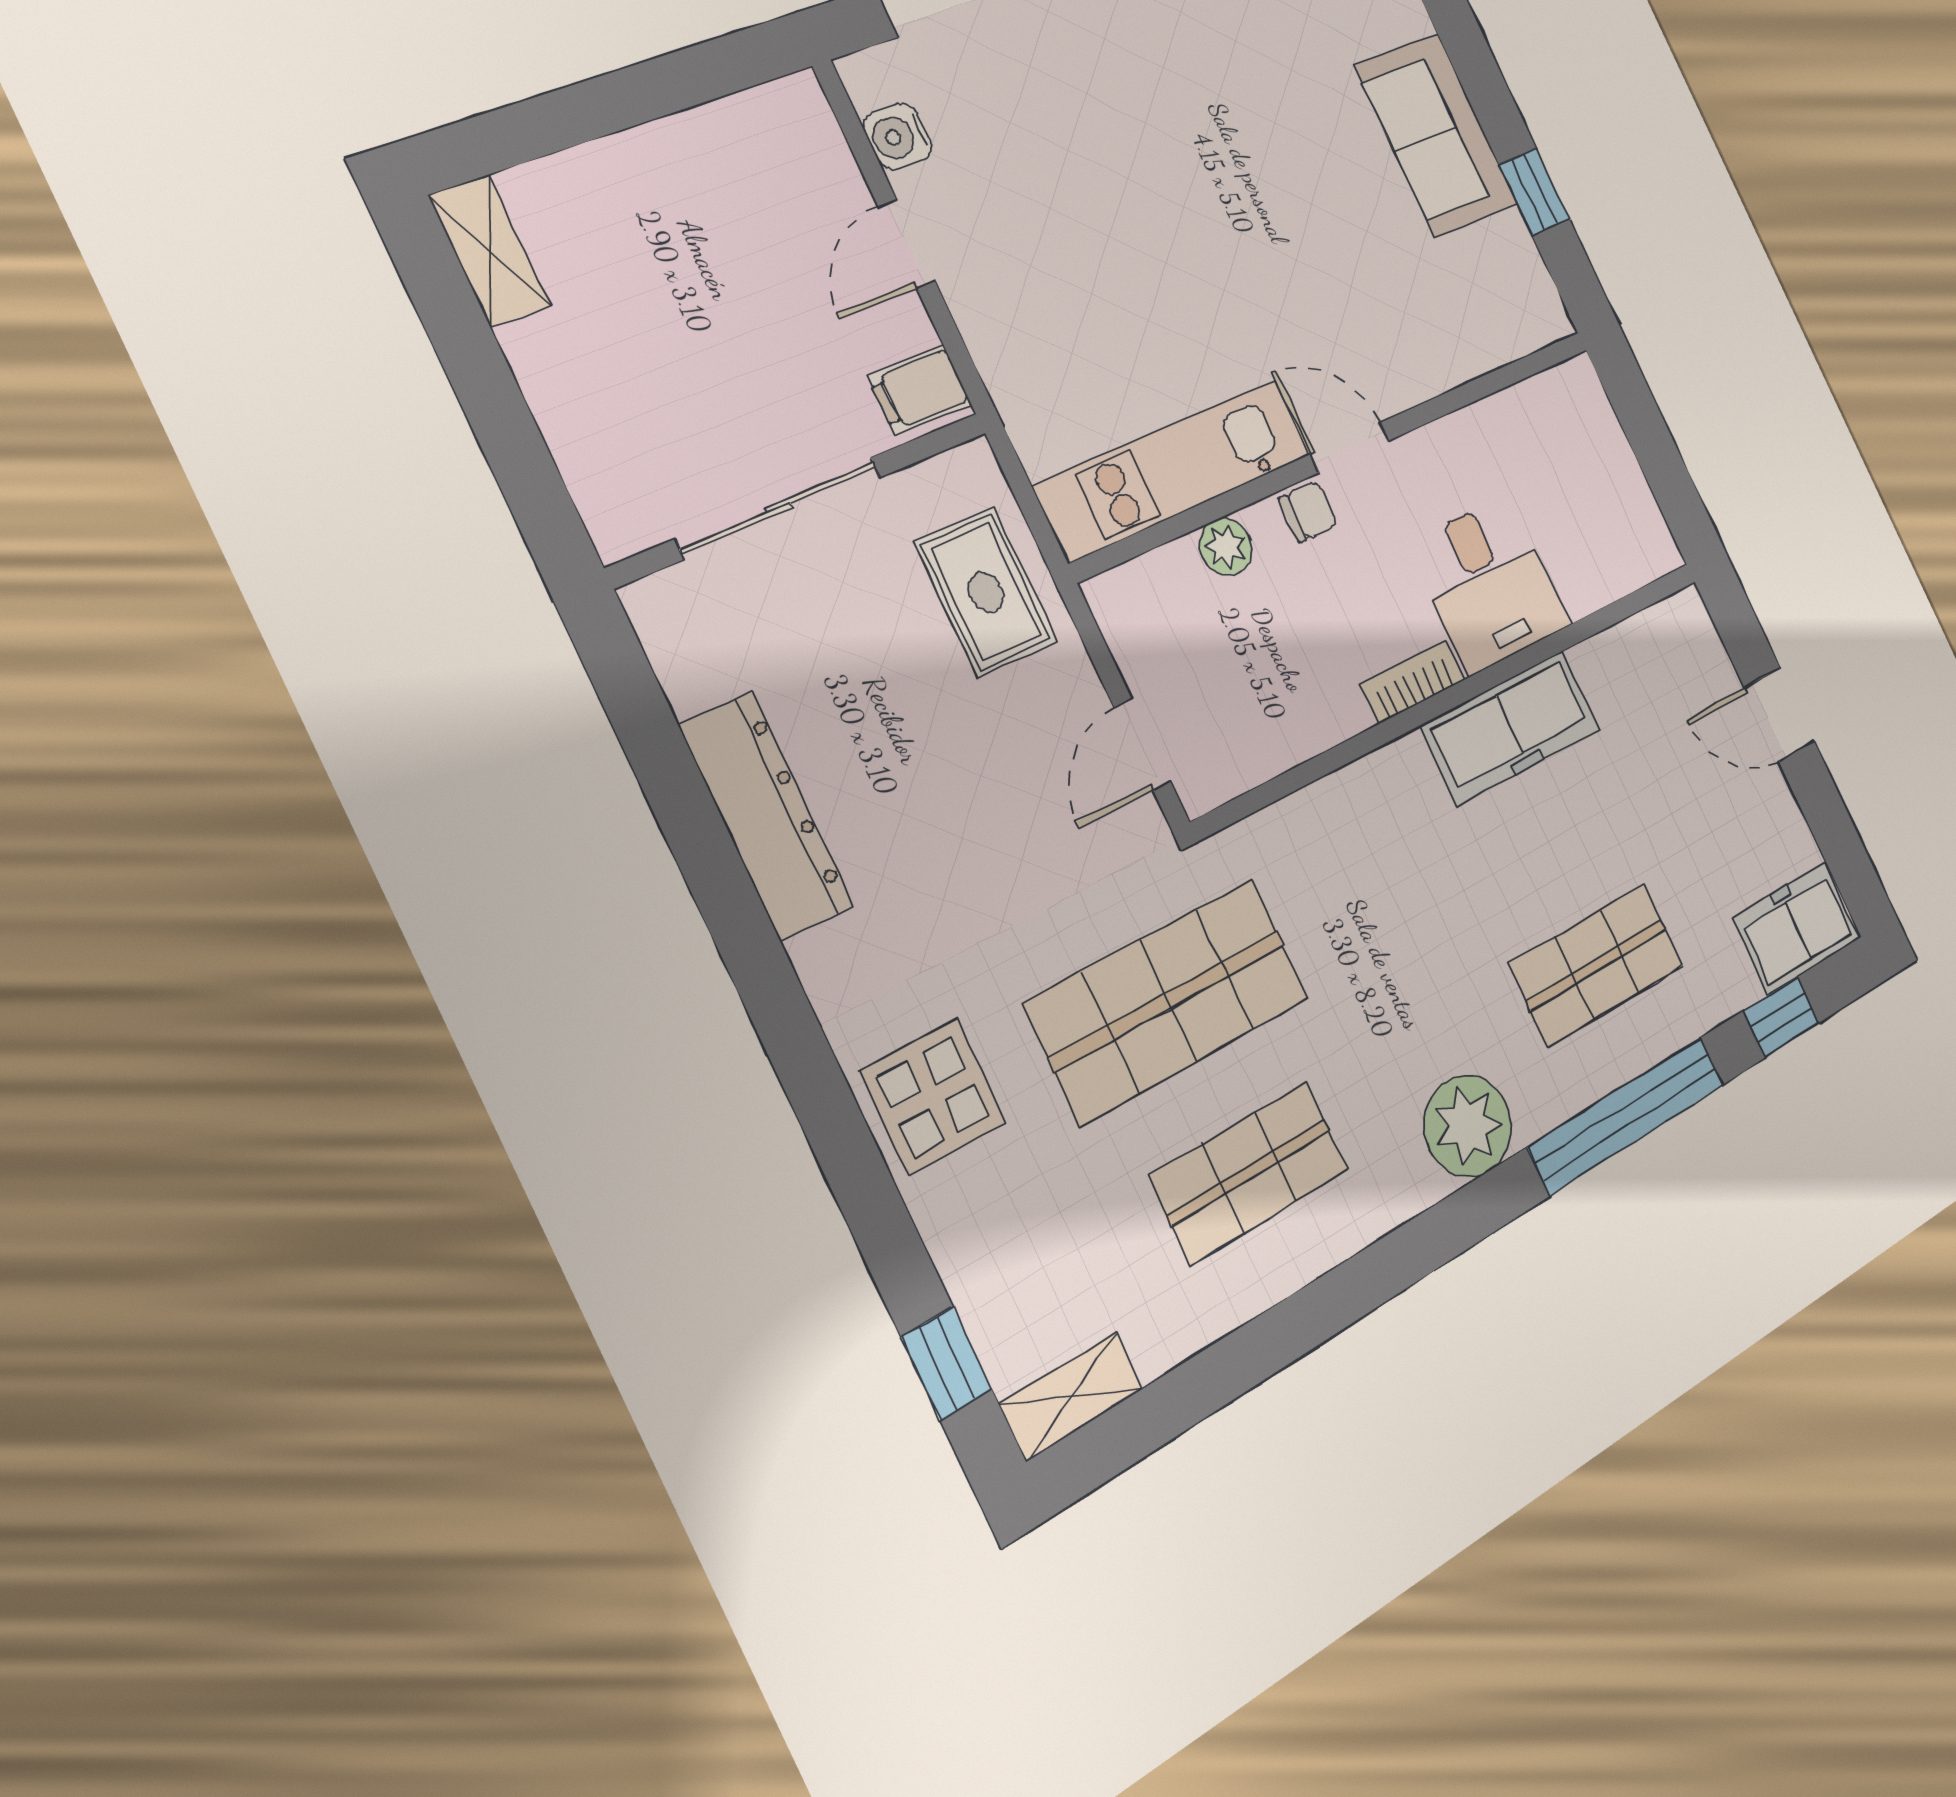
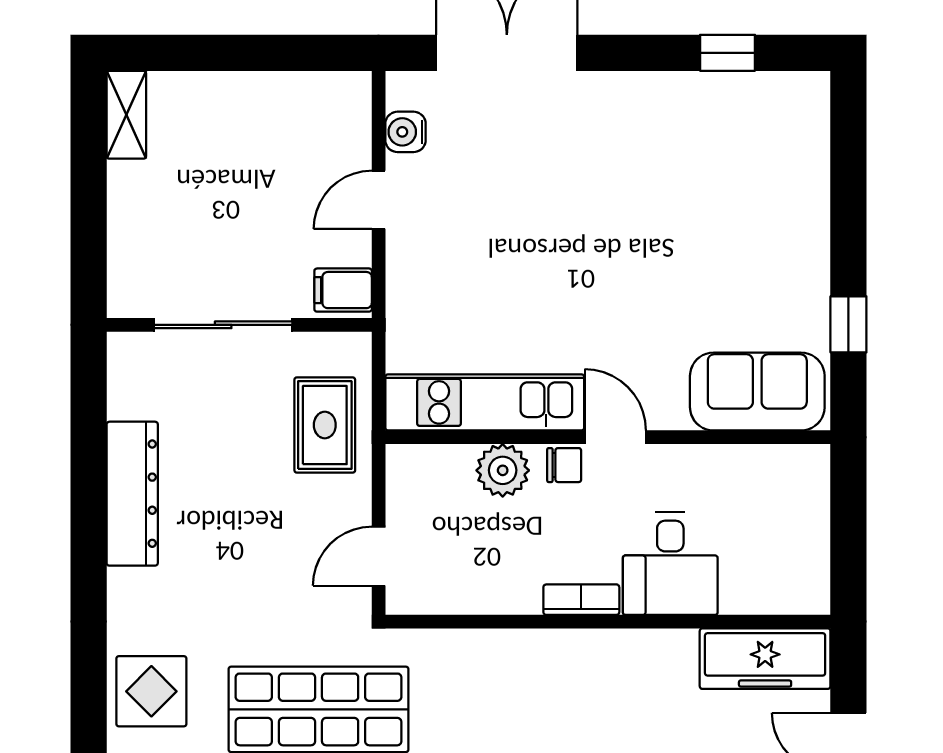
sofa: (1436, 135) -> (757, 392), moved, turned 90
plant: (1226, 547) -> (503, 470), width x1.38, depth x1.38
freezer: (1511, 727) -> (765, 659), moved

